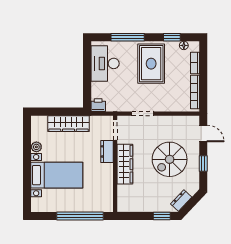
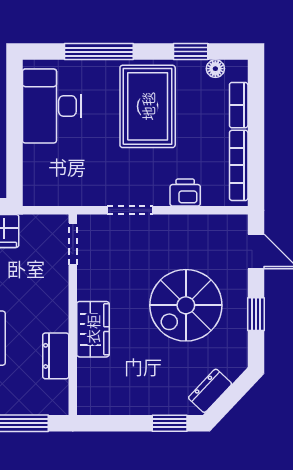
printer: (98, 105) -> (185, 193), moved
dresser: (107, 151) -> (56, 356), moved
wardrobe: (125, 164) -> (93, 329), width x0.67

